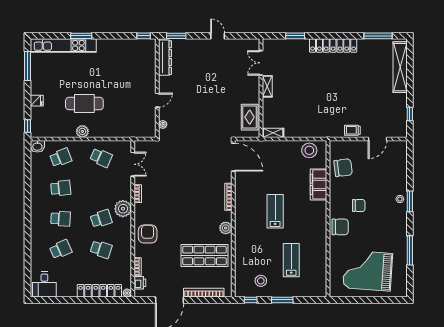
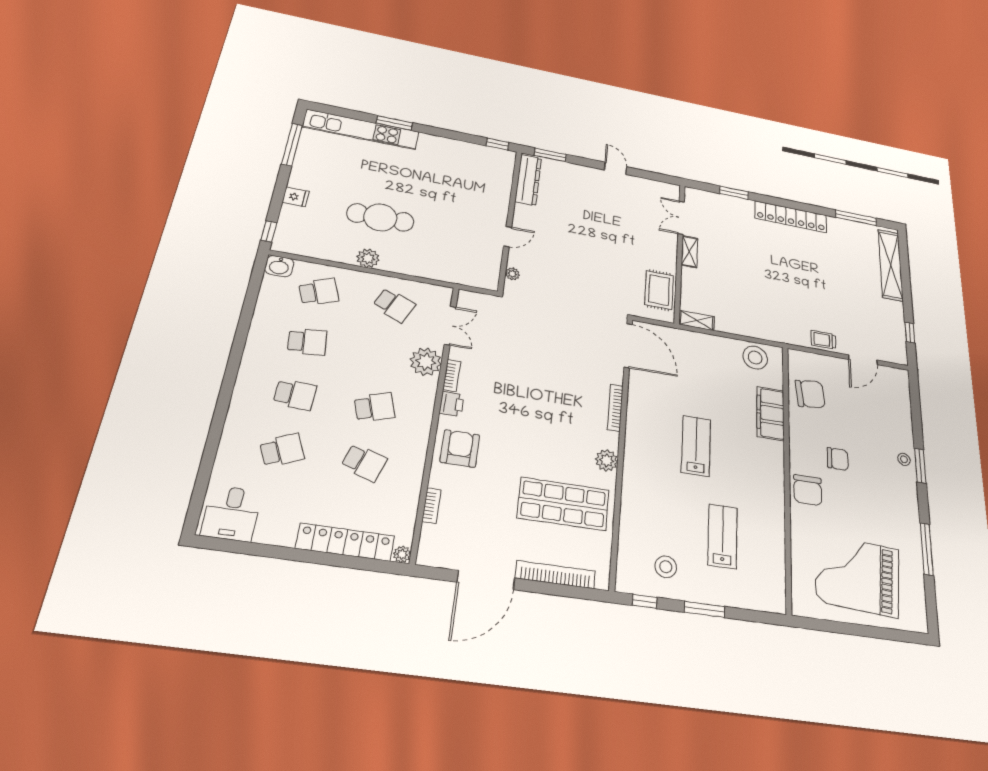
plant: (123, 209) -> (426, 362), moved
chair: (340, 227) -> (808, 490), turned 90
printer: (140, 283) -> (452, 404), moved

